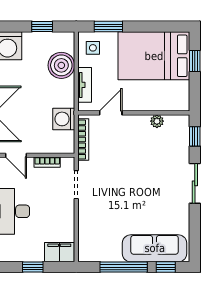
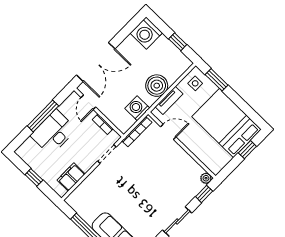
boiler: (61, 65) -> (157, 86), moved
plant: (157, 121) -> (206, 178), moved
filing cabinet: (59, 252) -> (71, 177), moved, turned -90

